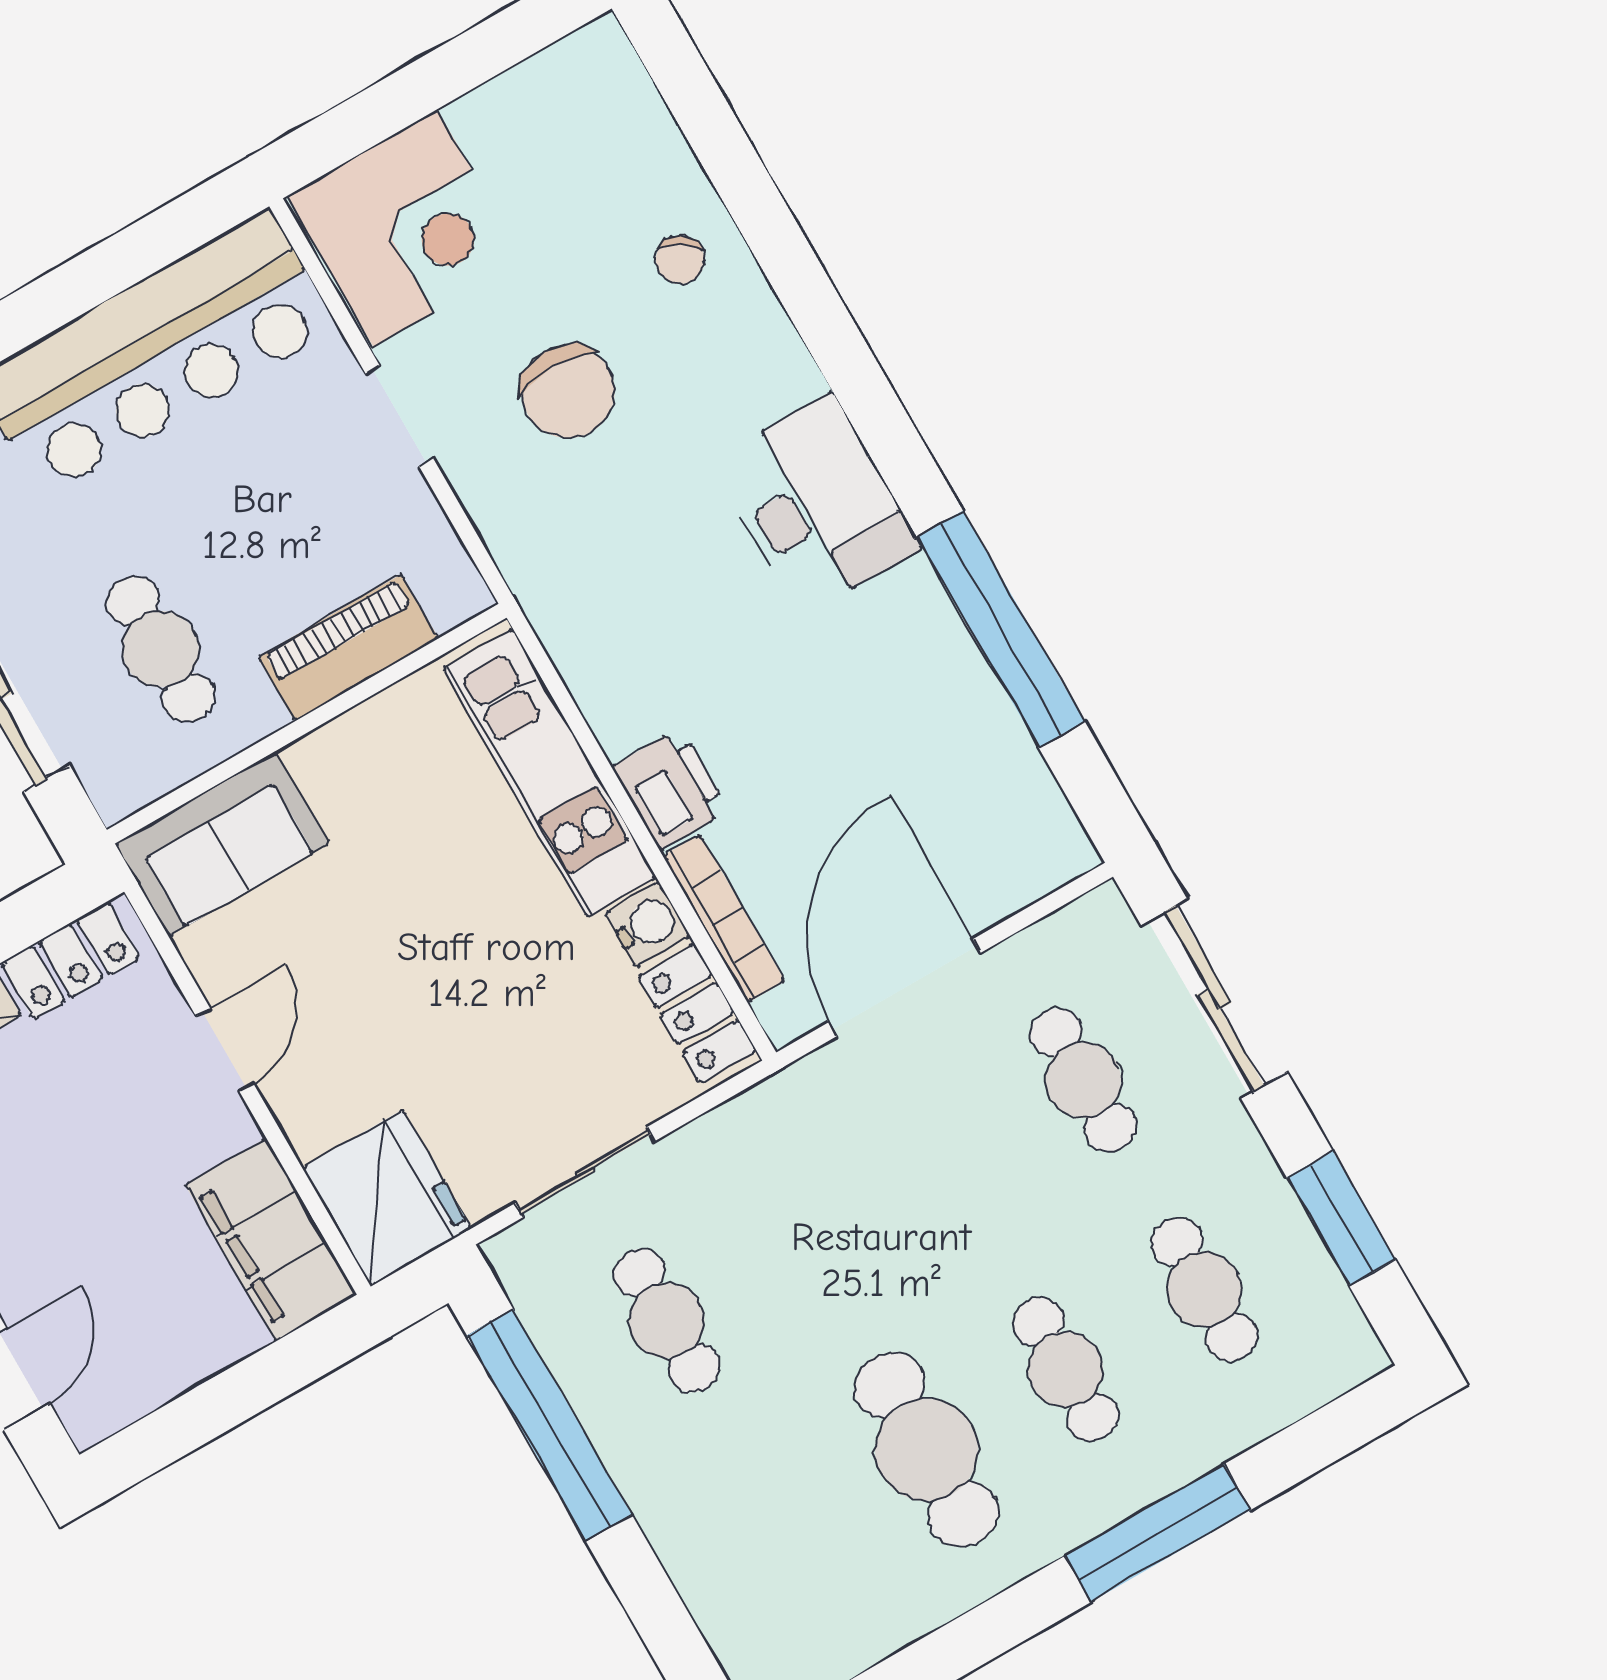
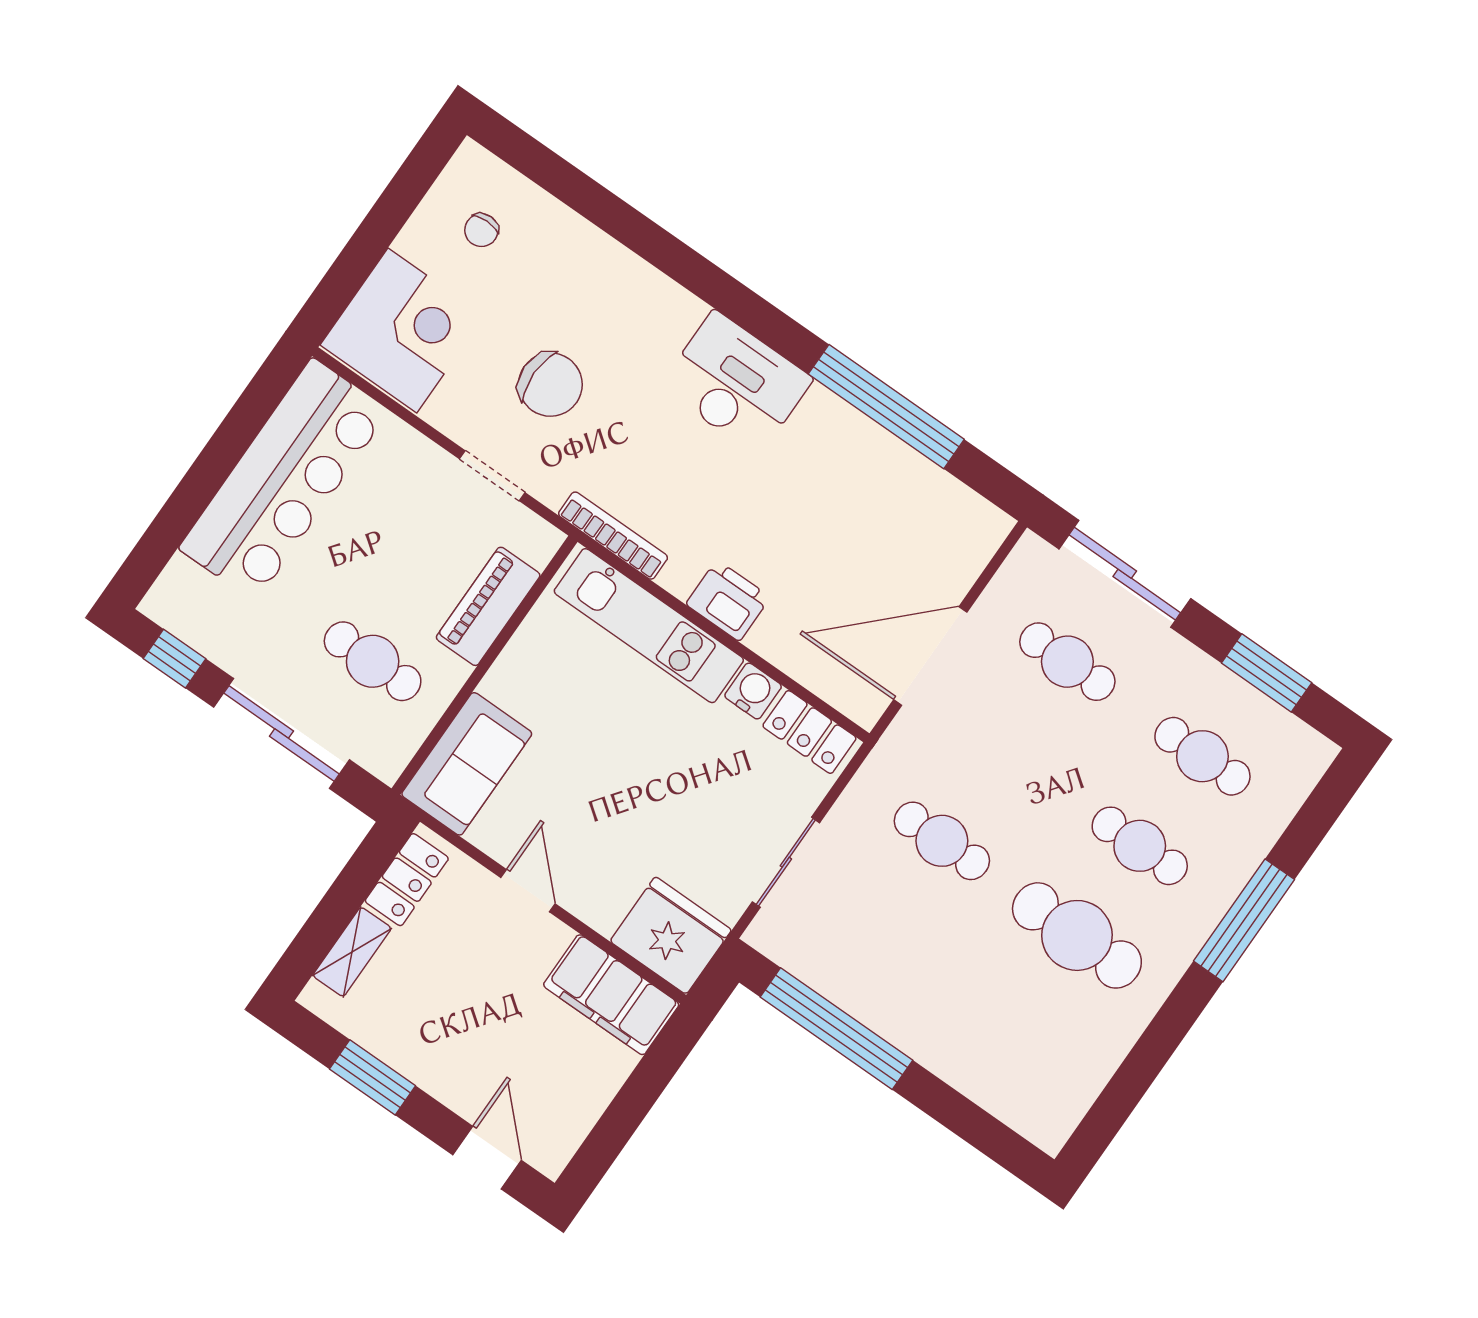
chair: (680, 260) -> (481, 230), moved, turned 58
doorway: (399, 416) -> (492, 476), moved
bookcase: (724, 919) -> (613, 536), moved
door: (905, 988) -> (930, 656), hinge flipped
cafe table: (667, 1321) -> (942, 841), moved

